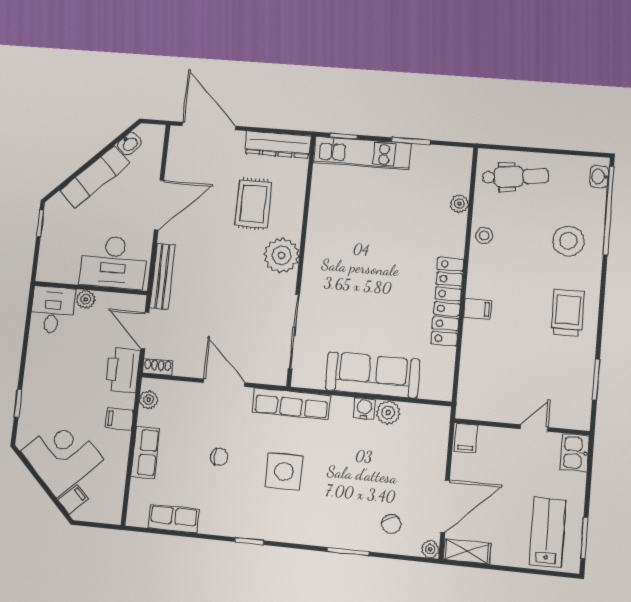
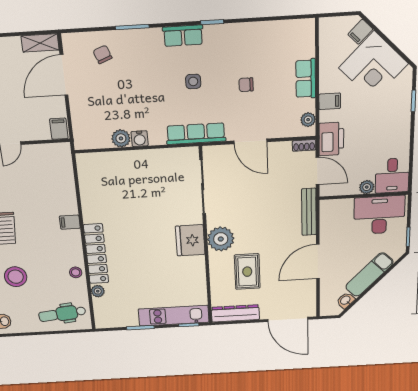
fridge: (322, 259) -> (190, 240), added
desk: (114, 262) -> (379, 215), moved
locker: (447, 301) -> (96, 254), moved
sofa: (373, 375) -> (138, 164), removed
side table: (284, 472) -> (193, 81), width x0.54, depth x0.54
row of seats: (174, 519) -> (183, 36), moved
plant: (430, 549) -> (69, 40), removed

